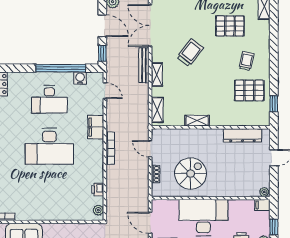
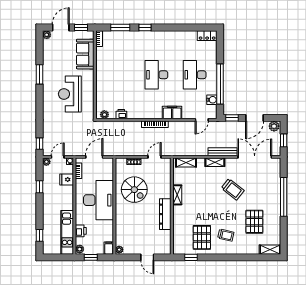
dresser: (243, 135) -> (165, 214), moved
desk: (49, 146) -> (156, 75), width x0.73, depth x0.77

